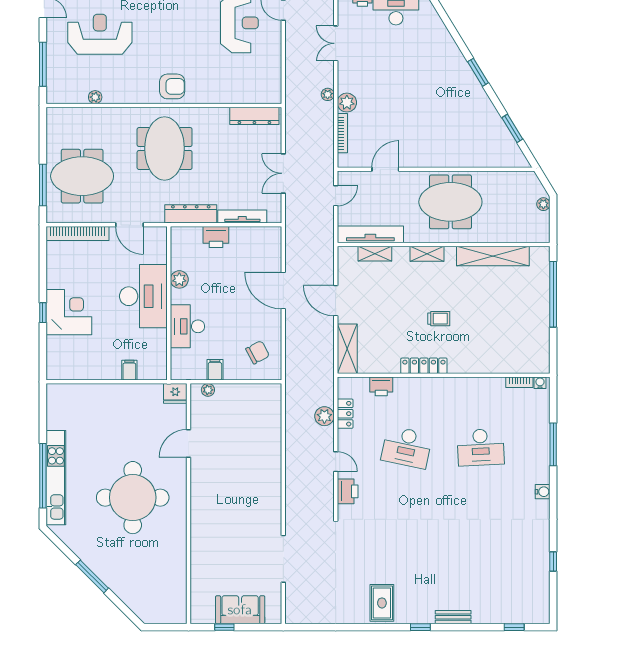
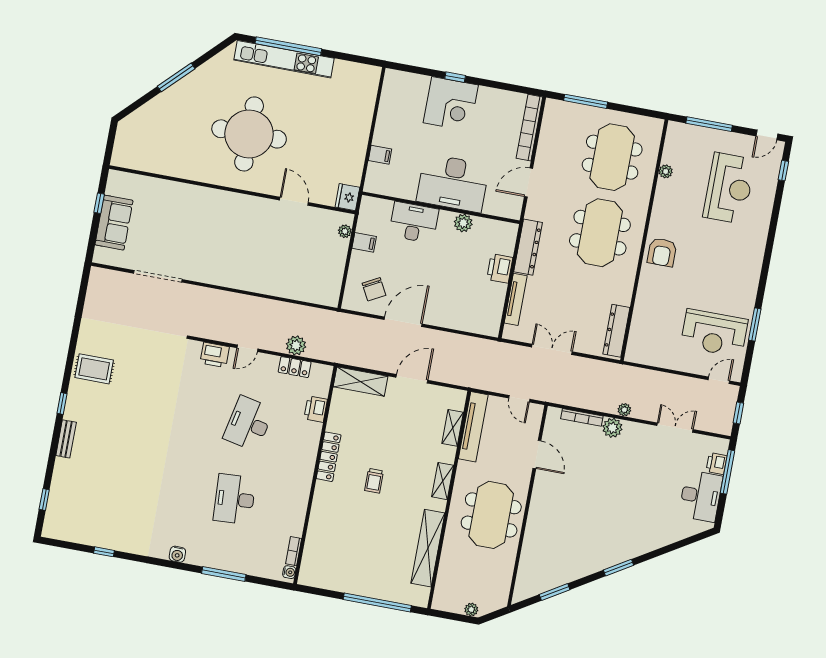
meeting table: (165, 149) -> (600, 233), turned 90
meeting table: (82, 176) -> (612, 157), moved
door: (283, 291) -> (403, 322), moved

